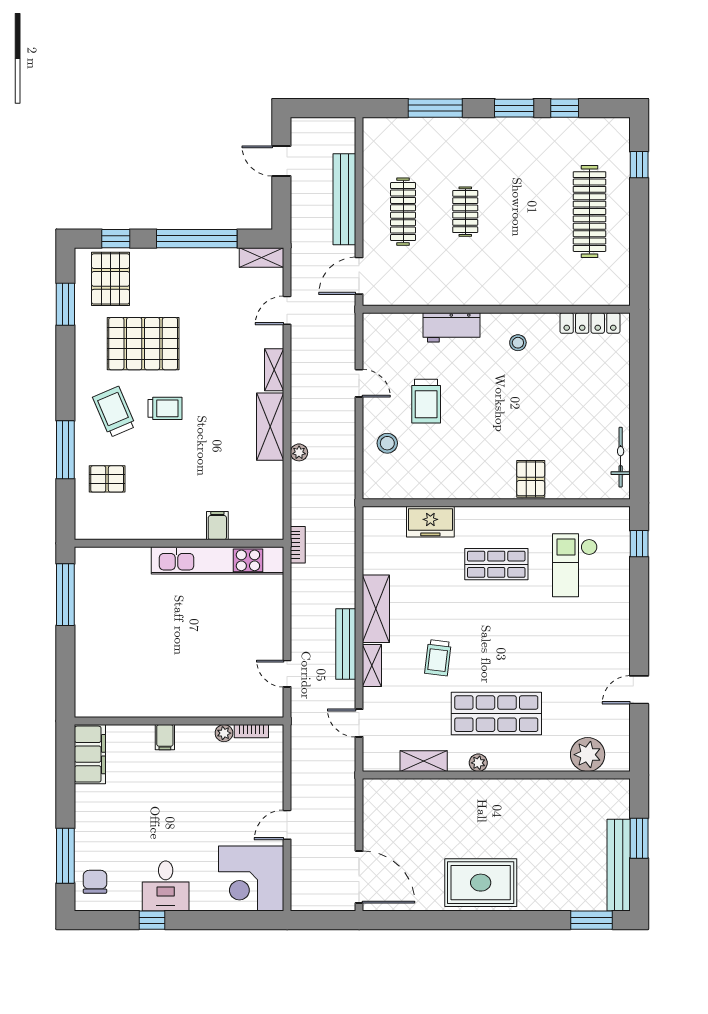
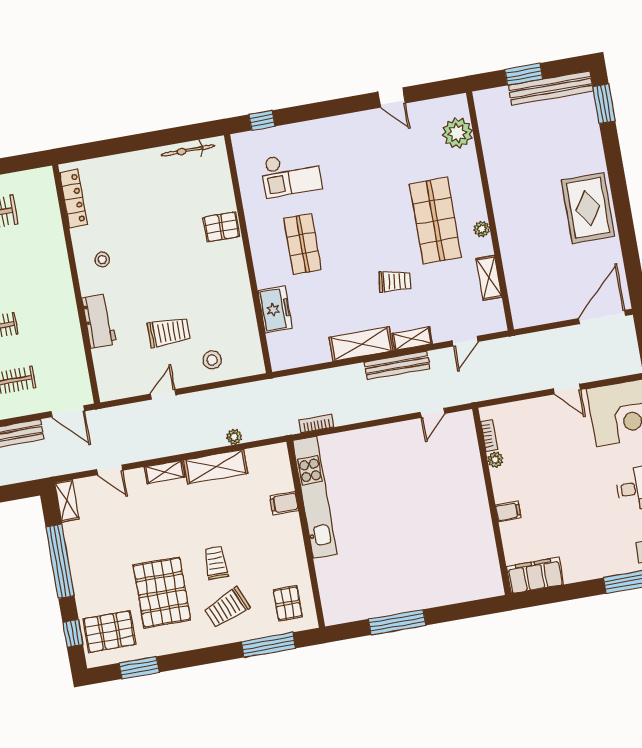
filing cabinet: (217, 526) -> (284, 503), moved
wall: (179, 543) -> (306, 534), moved
kitchen unit: (218, 560) -> (315, 497), moved

